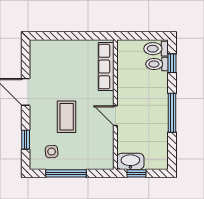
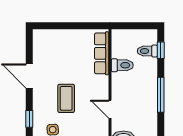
toilet: (156, 49) -> (122, 65), moved, turned 180
door: (115, 116) -> (110, 109), moved

